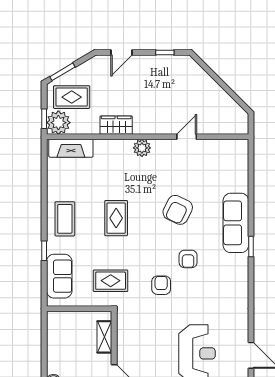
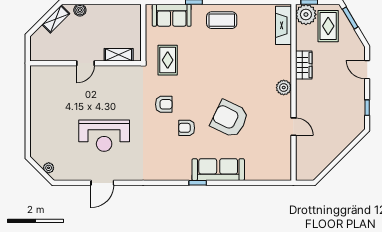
armchair: (178, 210) -> (230, 119), width x1.36, depth x1.36
rug: (116, 218) -> (222, 65), removed

